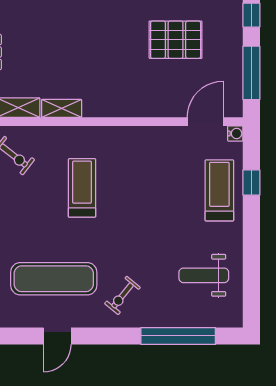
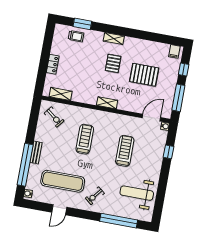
pallet: (110, 29) -> (113, 63), added
shelving: (62, 108) -> (107, 103), moved
treadmill: (219, 190) -> (125, 151), moved
weight bench: (204, 275) -> (137, 193), width x1.36, depth x1.33

